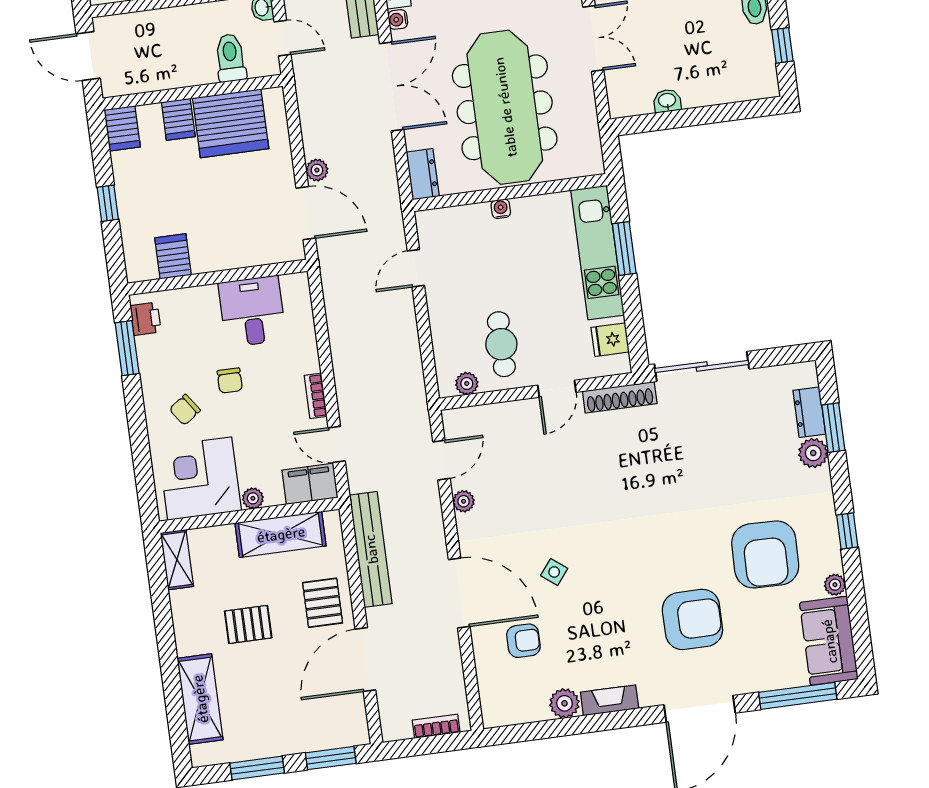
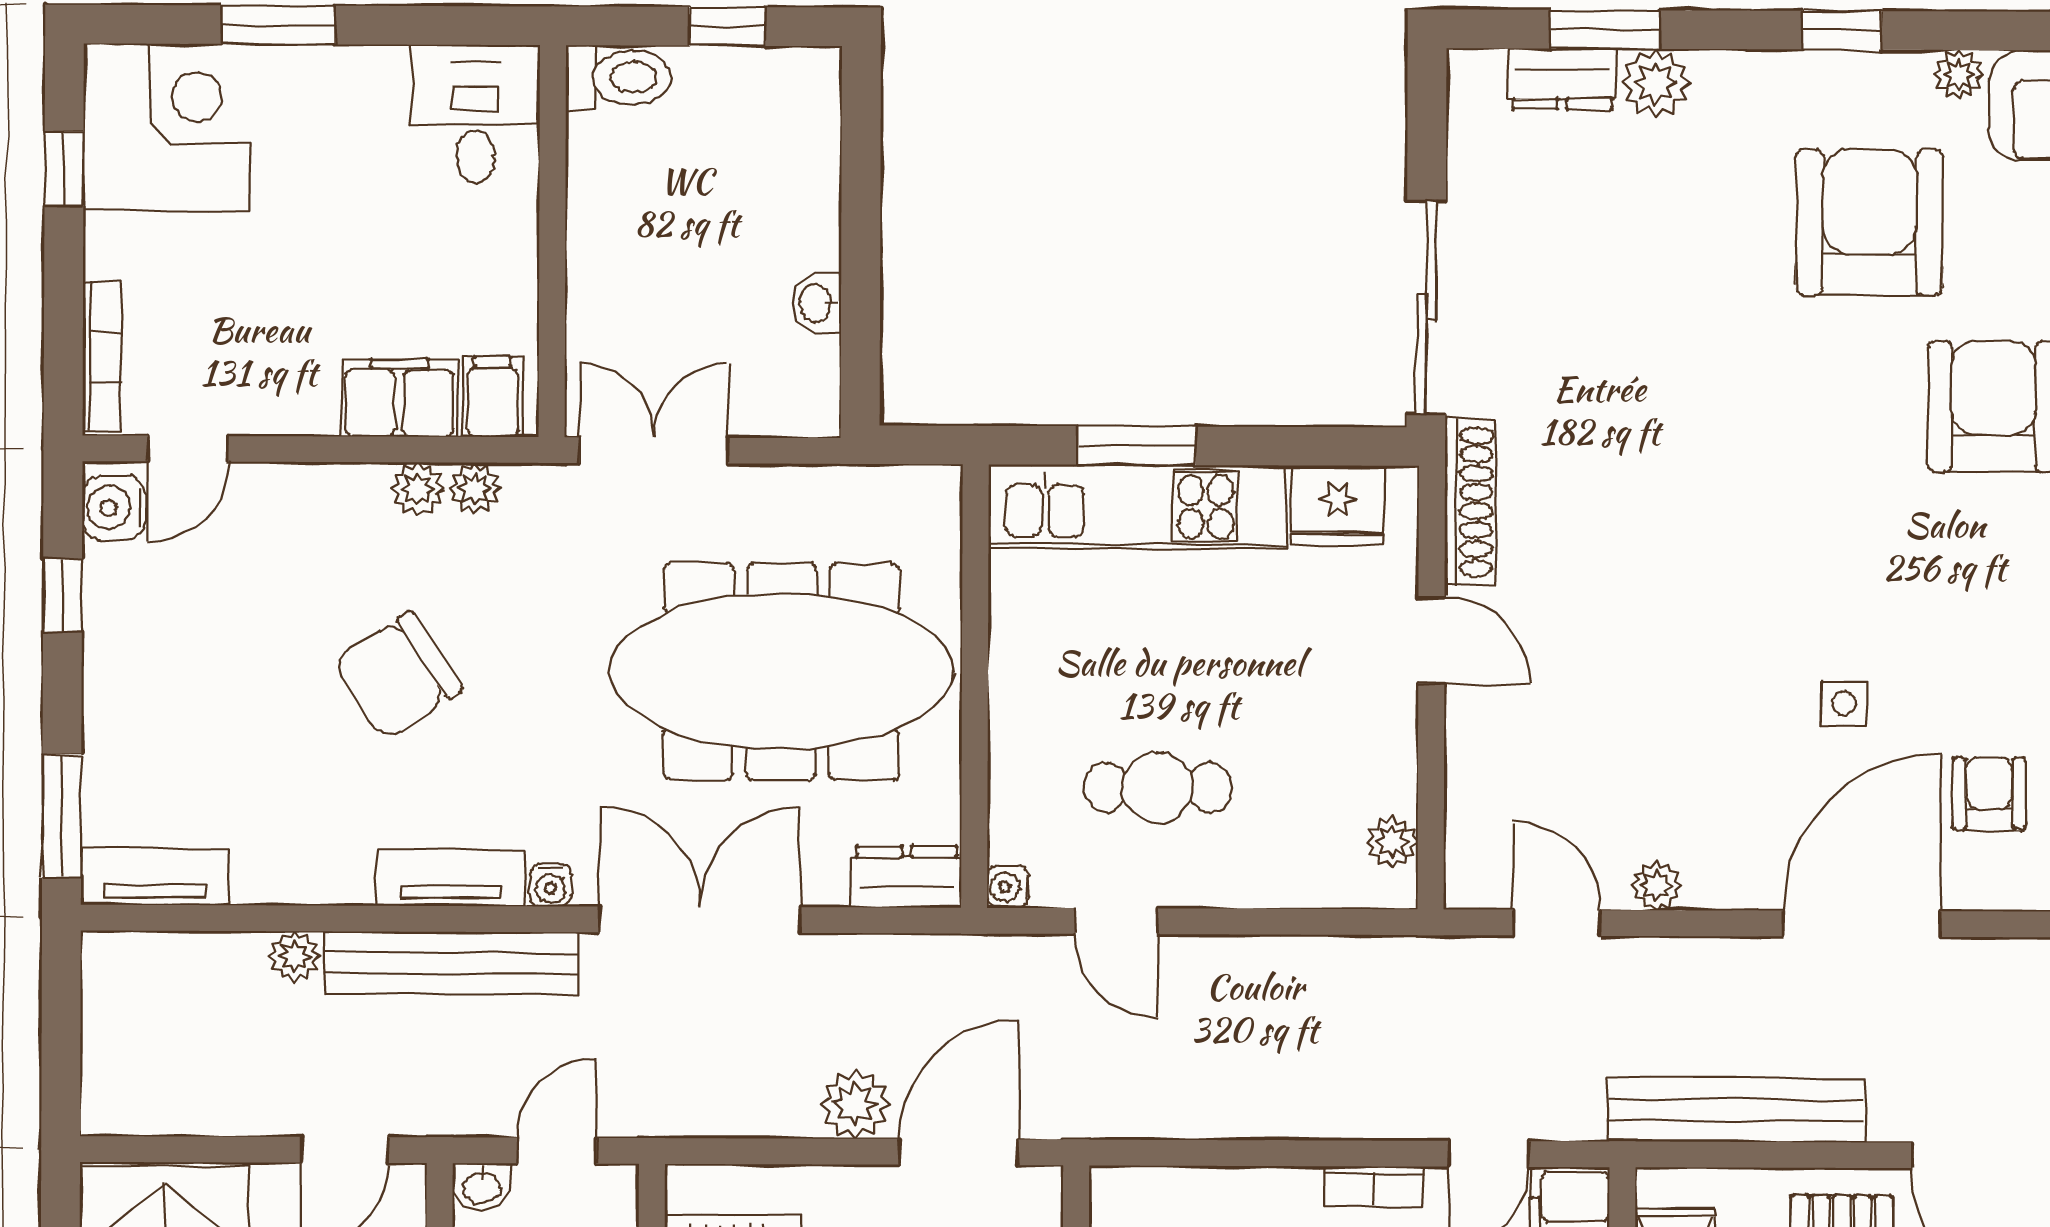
plant: (317, 170) -> (855, 1104), width x1.38, depth x1.38
water cooler: (501, 209) -> (1008, 887), moved
fridge: (610, 340) -> (1338, 505), width x1.38
cafe table: (501, 344) -> (1158, 788), moved
armchair: (765, 554) -> (1869, 222), turned -91
side table: (554, 572) -> (1844, 703), turned -38

